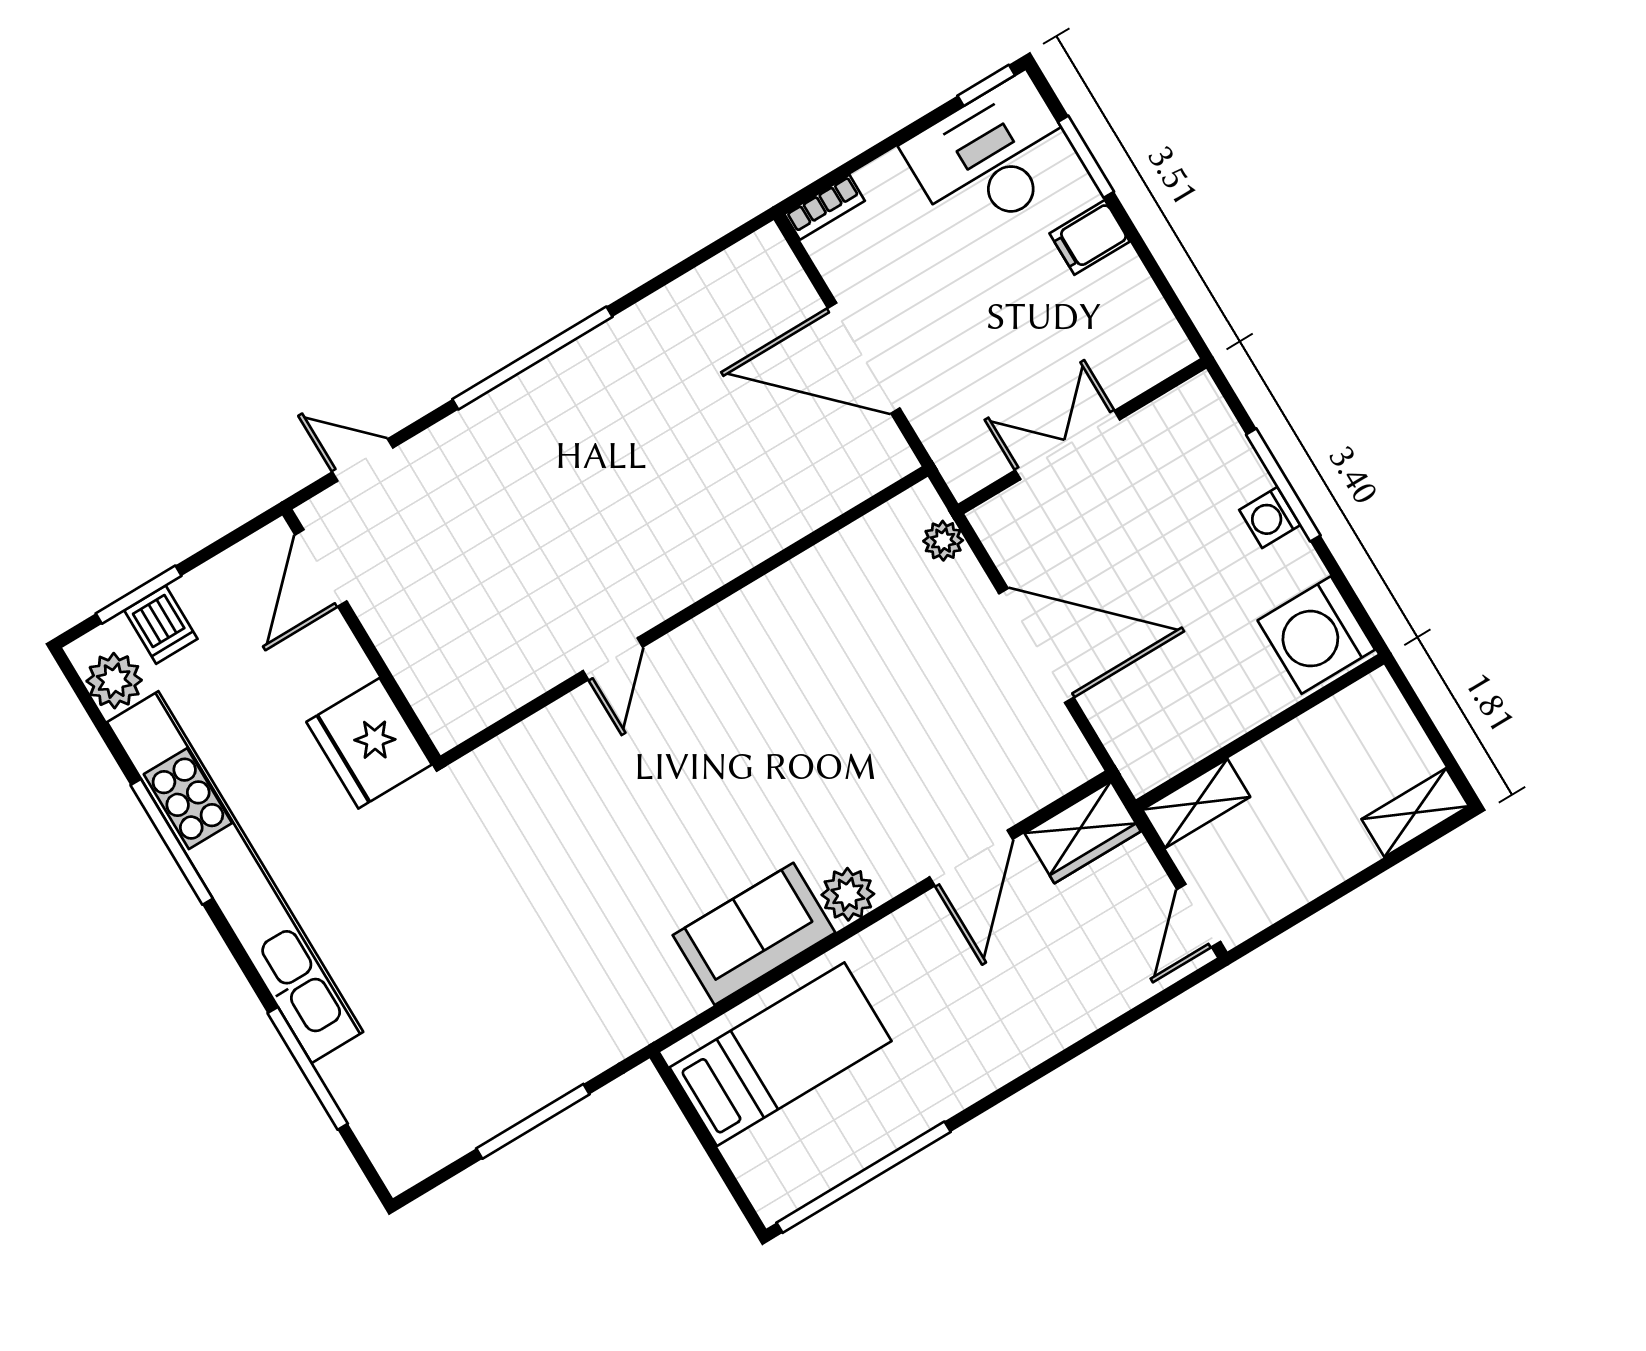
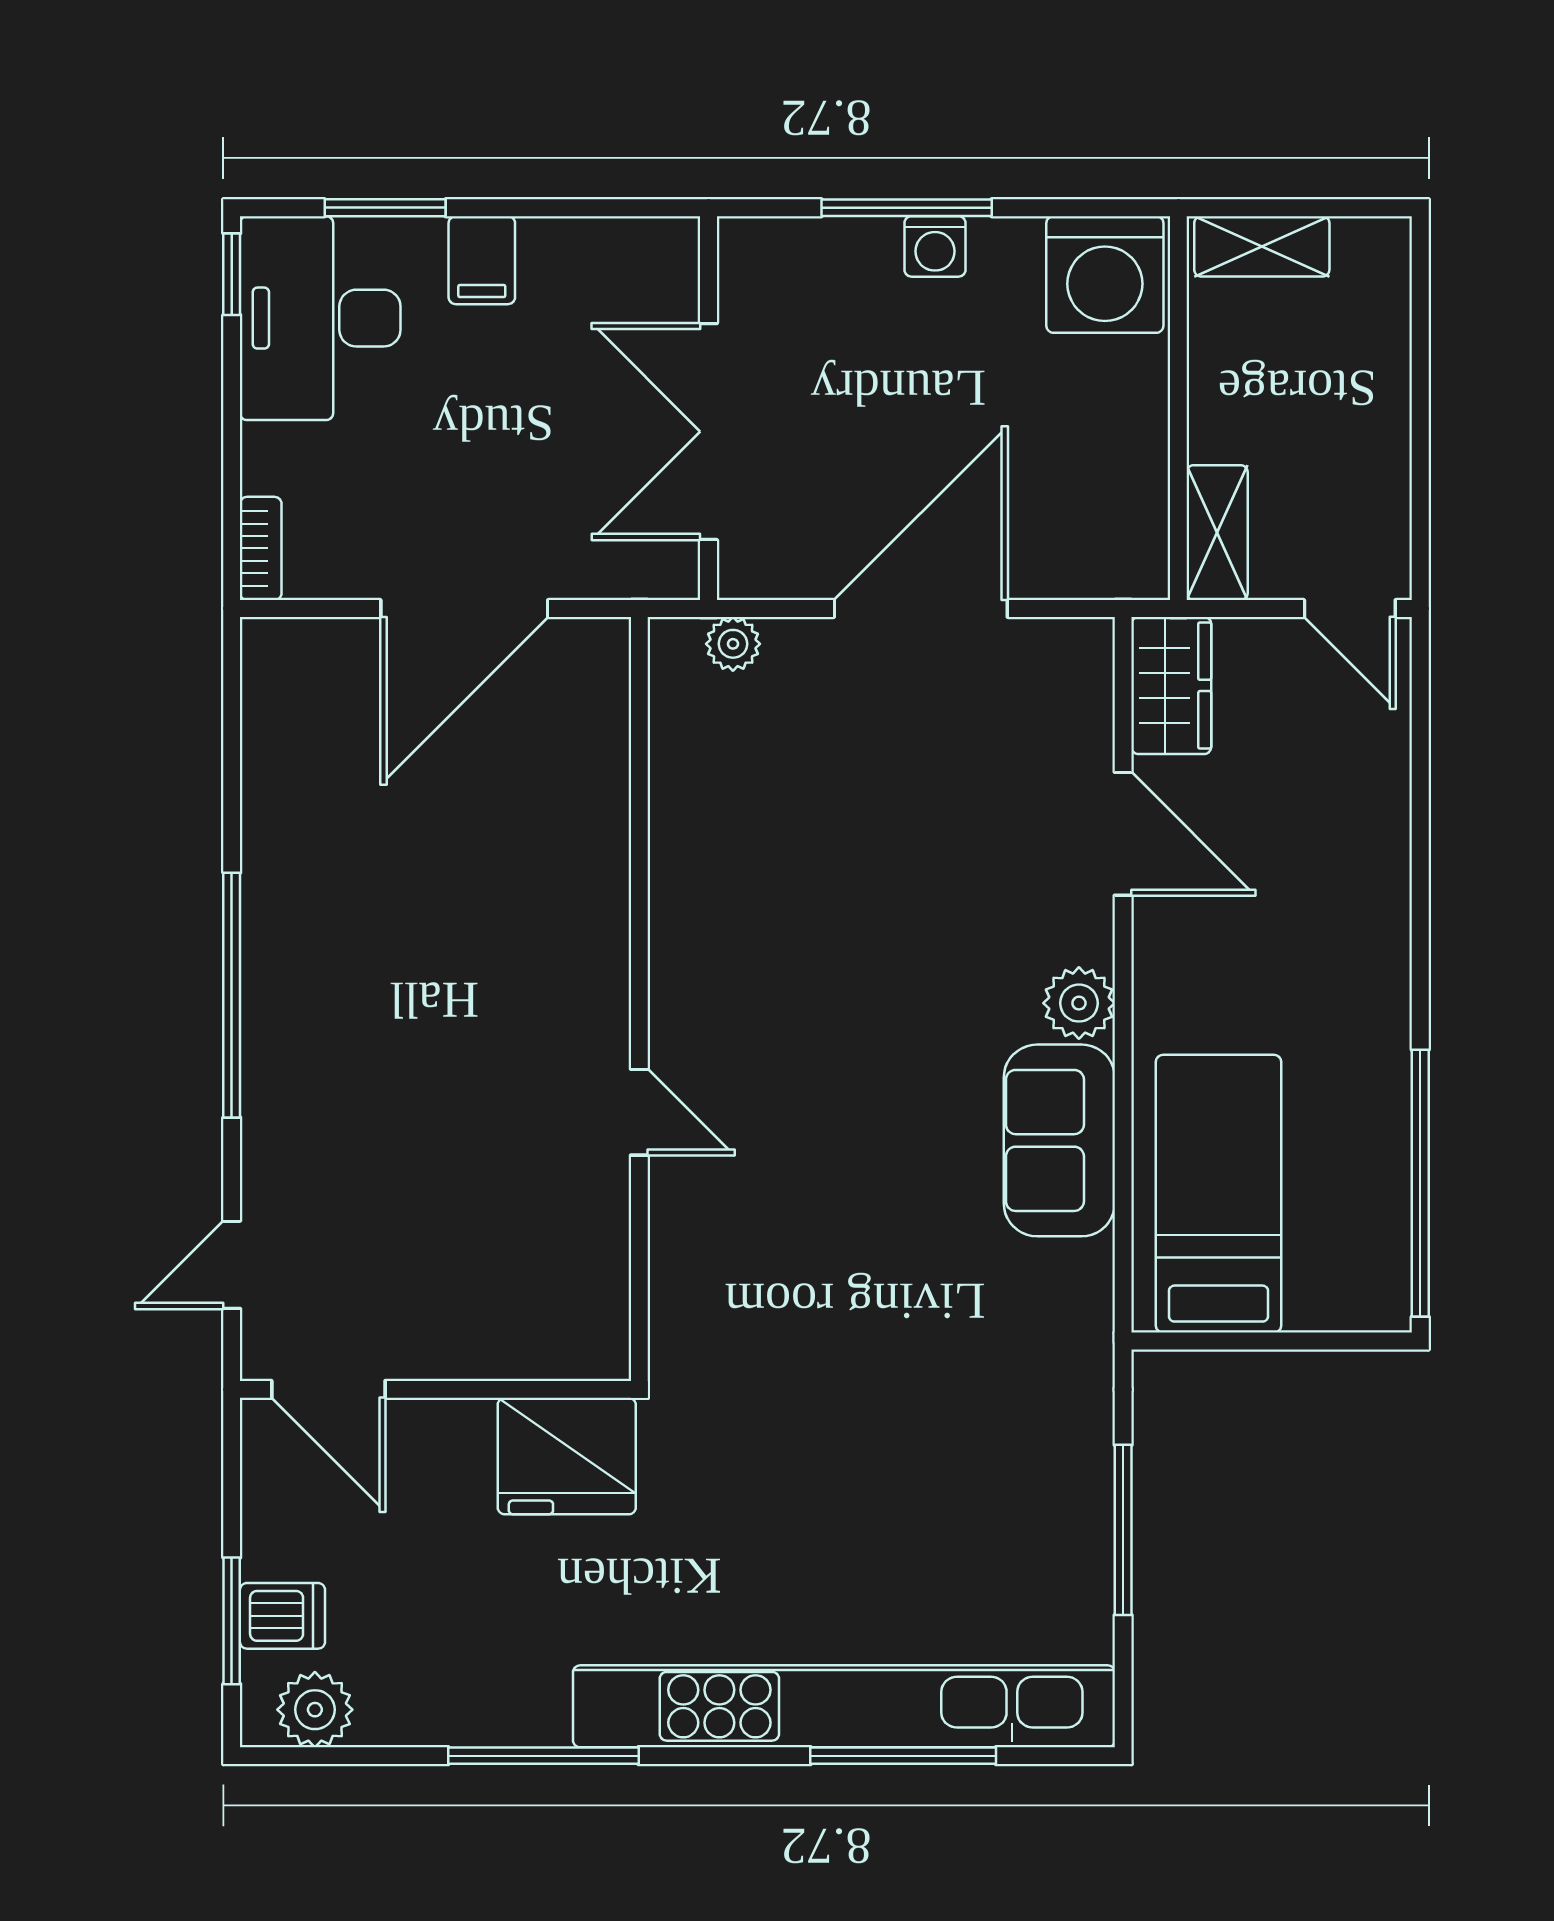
double door: (1067, 445) -> (709, 432), width x1.37
shelving: (1415, 813) -> (1262, 246), moved, turned 90
kitchen unit: (235, 877) -> (844, 1706), moved

